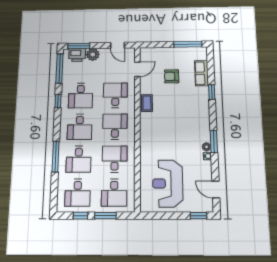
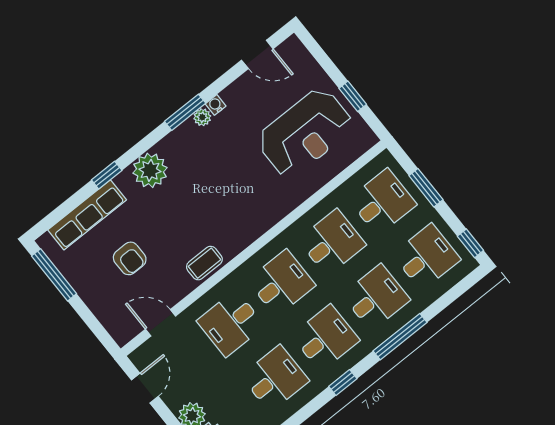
row of seats: (202, 73) -> (87, 215), width x1.48
window: (58, 101) -> (343, 382), moved
plant: (201, 110) -> (150, 170), added
desk: (115, 127) -> (281, 283), turned 180
desk: (115, 159) -> (332, 242), turned 180
door: (216, 190) -> (257, 54), hinge flipped
window: (81, 216) -> (470, 243), moved
window: (198, 216) -> (353, 96), moved

